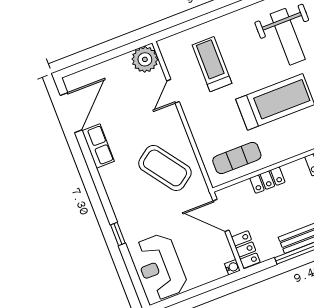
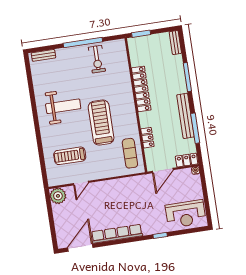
door: (173, 91) -> (81, 183), hinge flipped
door: (71, 113) -> (80, 248), hinge flipped
row of seats: (98, 146) -> (117, 234), width x2.02
coffee table: (165, 168) -> (126, 198), removed

